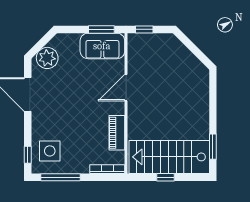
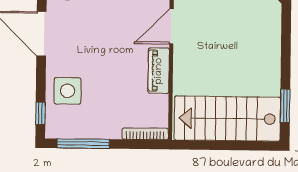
piano: (117, 133) -> (159, 71), moved
side table: (50, 151) -> (68, 91), moved
window: (166, 177) -> (222, 145), removed

